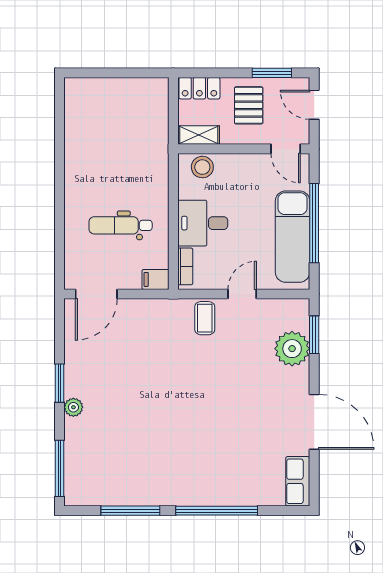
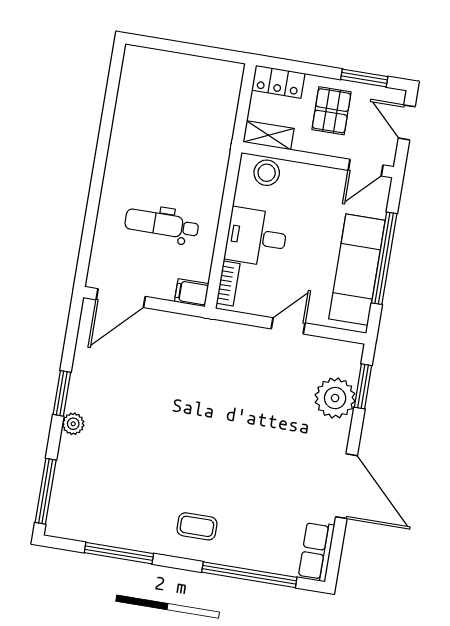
door: (286, 149) -> (366, 168), hinge flipped
coffee table: (205, 318) -> (197, 526), moved, turned 90
window: (217, 511) -> (249, 575), moved

